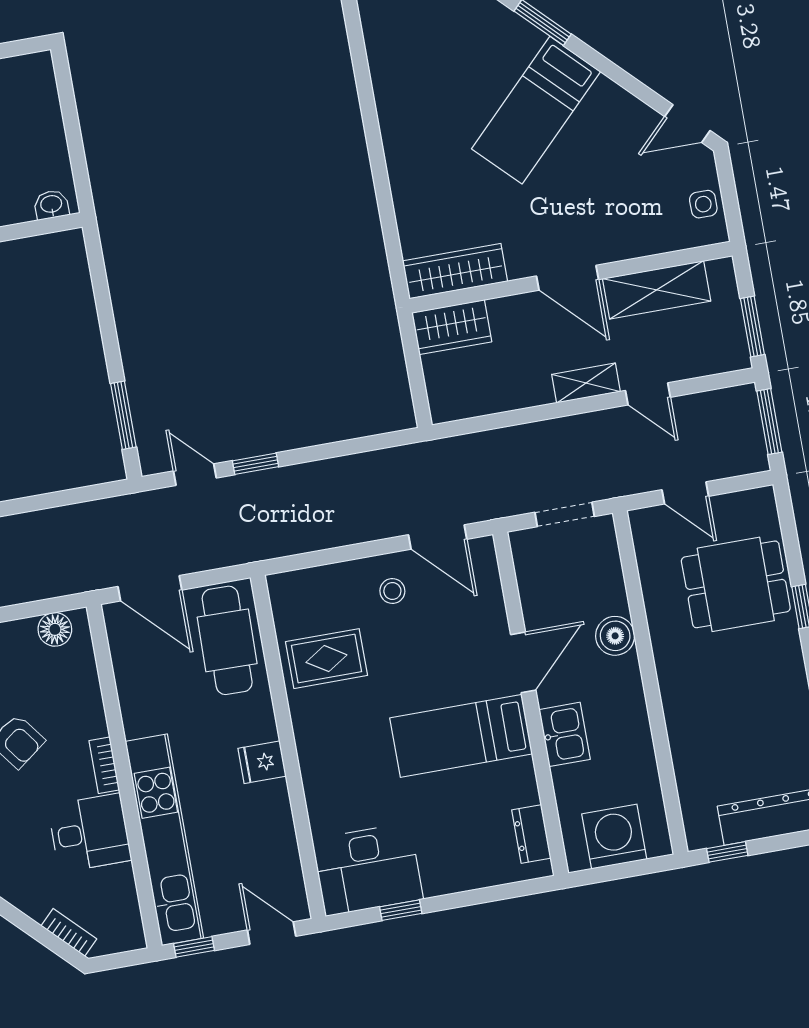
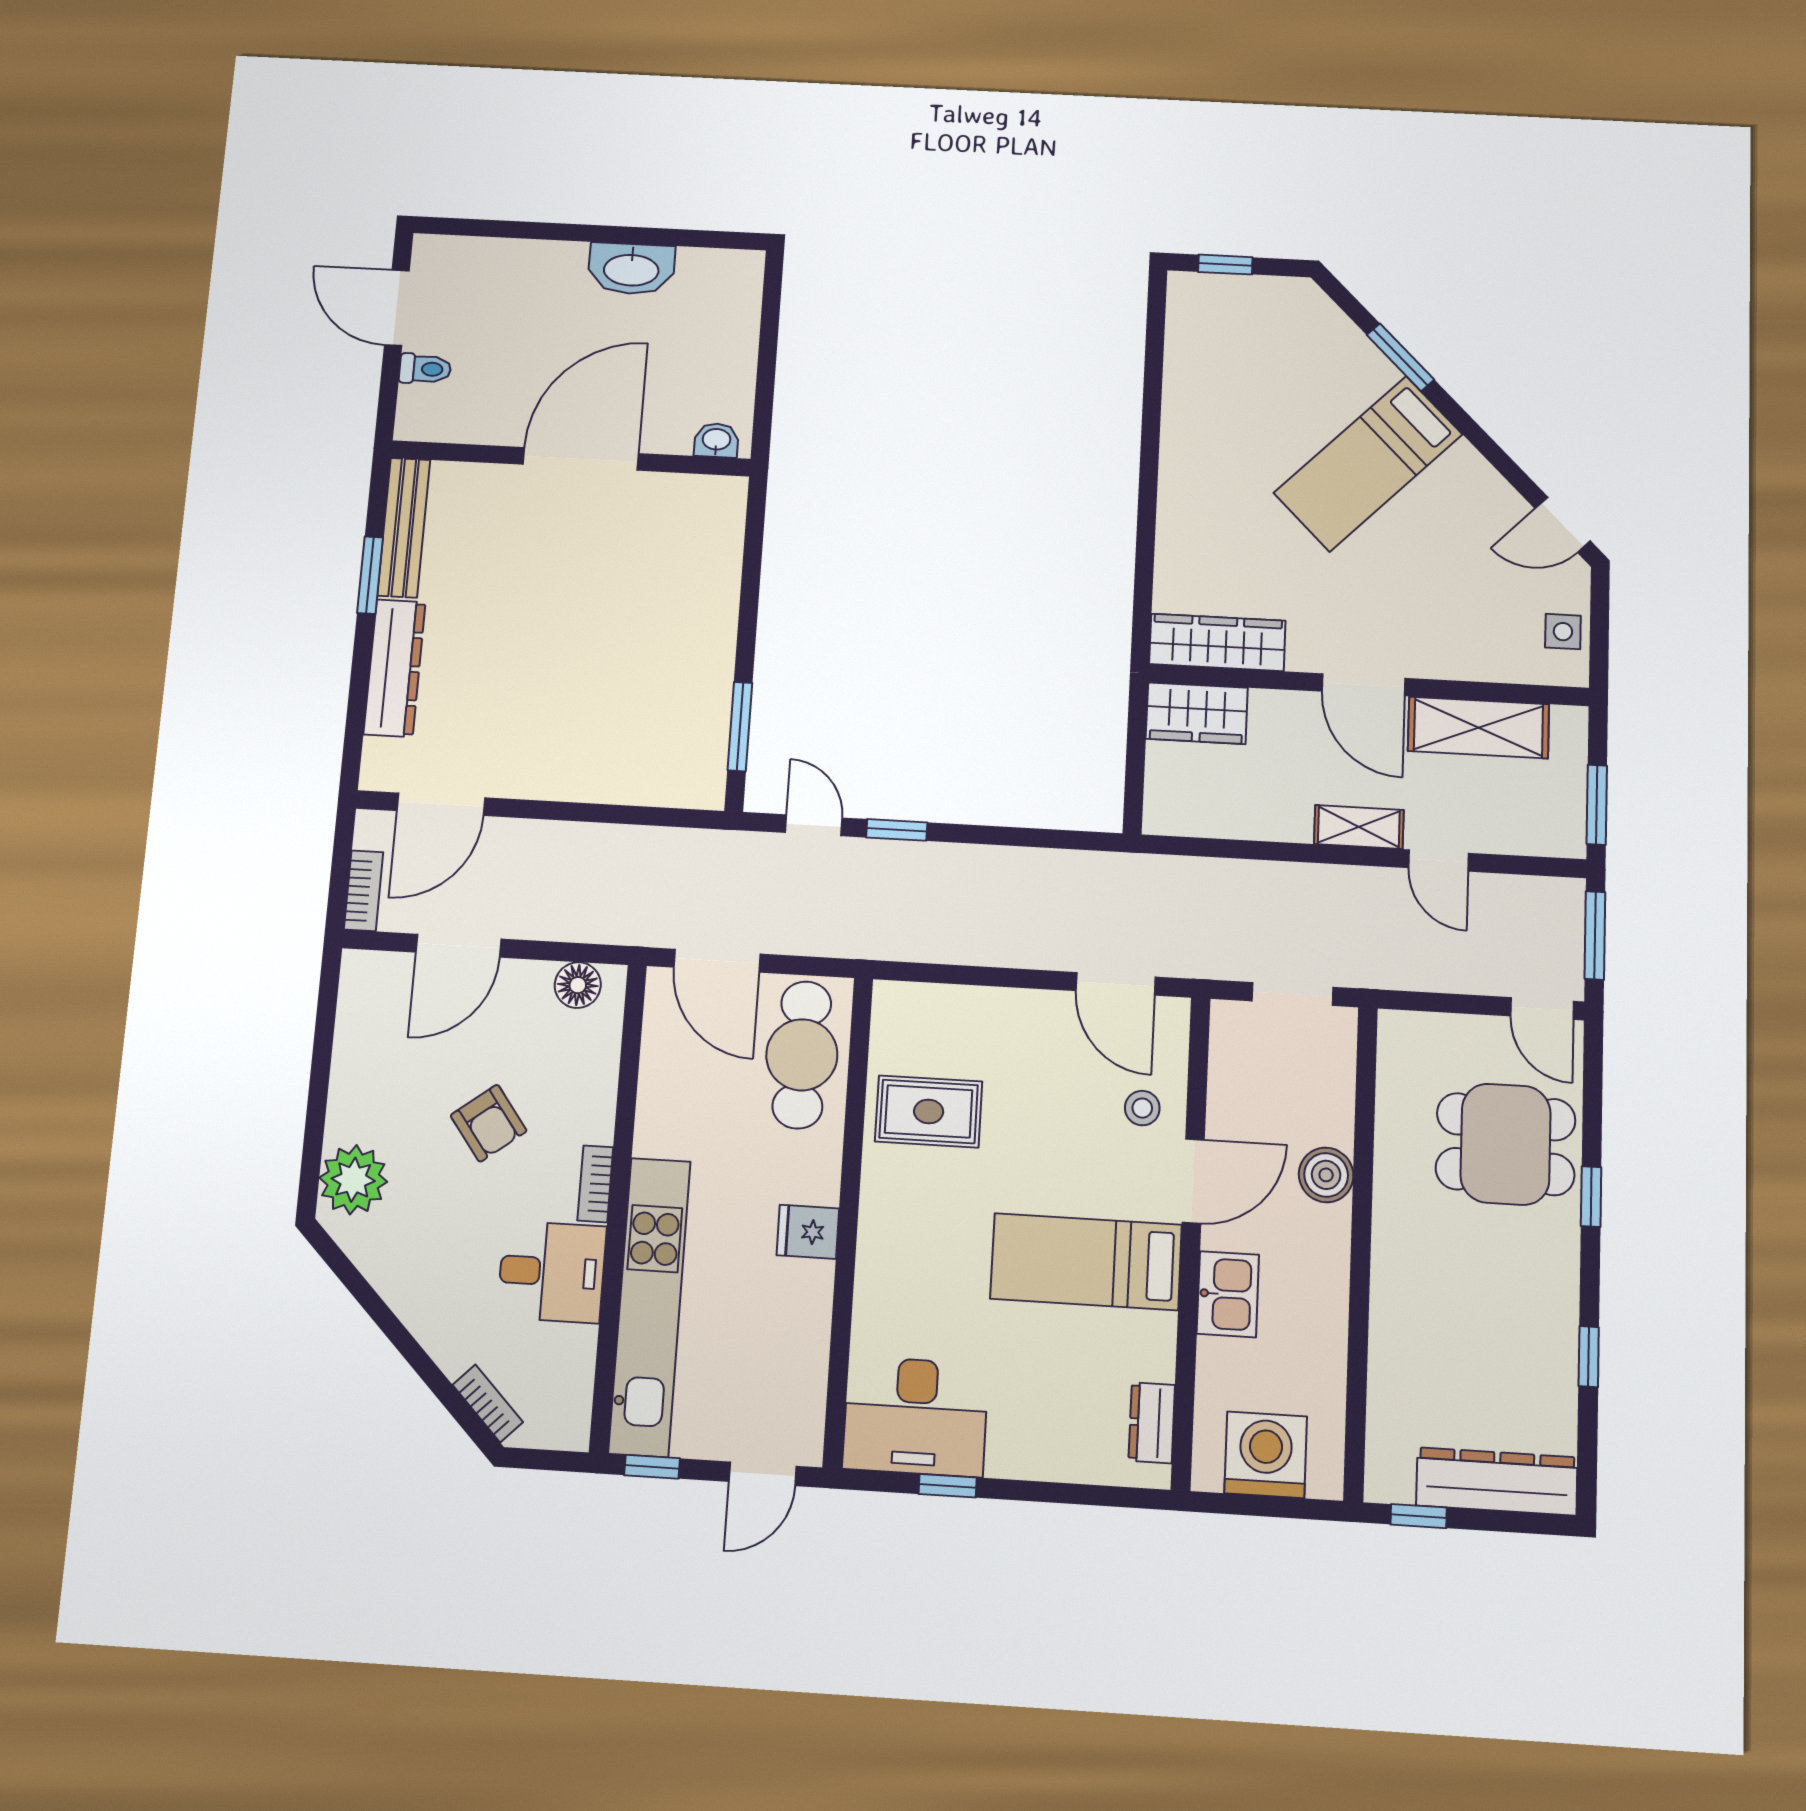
door: (685, 493) -> (1542, 1009), moved
stool: (392, 591) -> (1142, 1108), moved
door: (272, 933) -> (763, 1474), swing flipped

